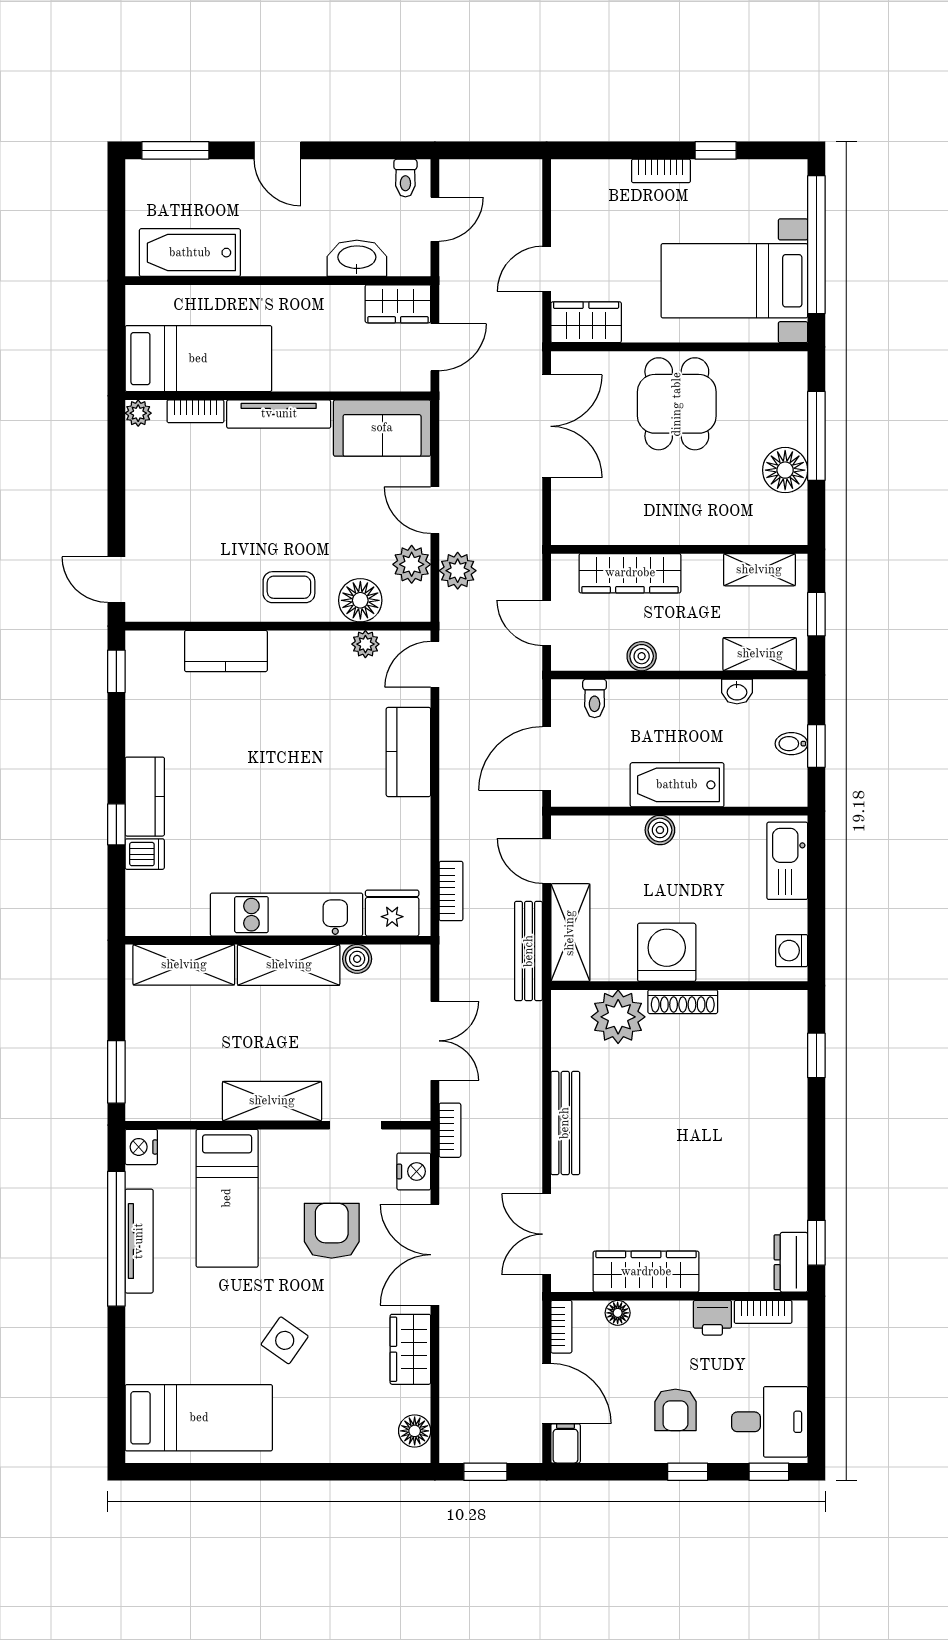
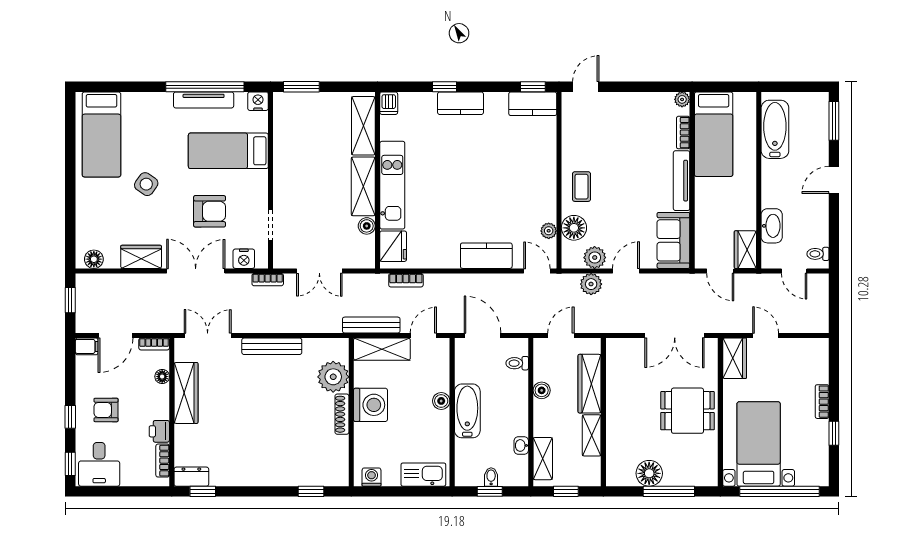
shelving: (759, 570) -> (592, 435), moved
kitchen counter: (226, 651) -> (533, 104), moved, turned -90
dishwasher: (145, 854) -> (389, 103), moved
shelving: (272, 1101) -> (284, 177), removed

